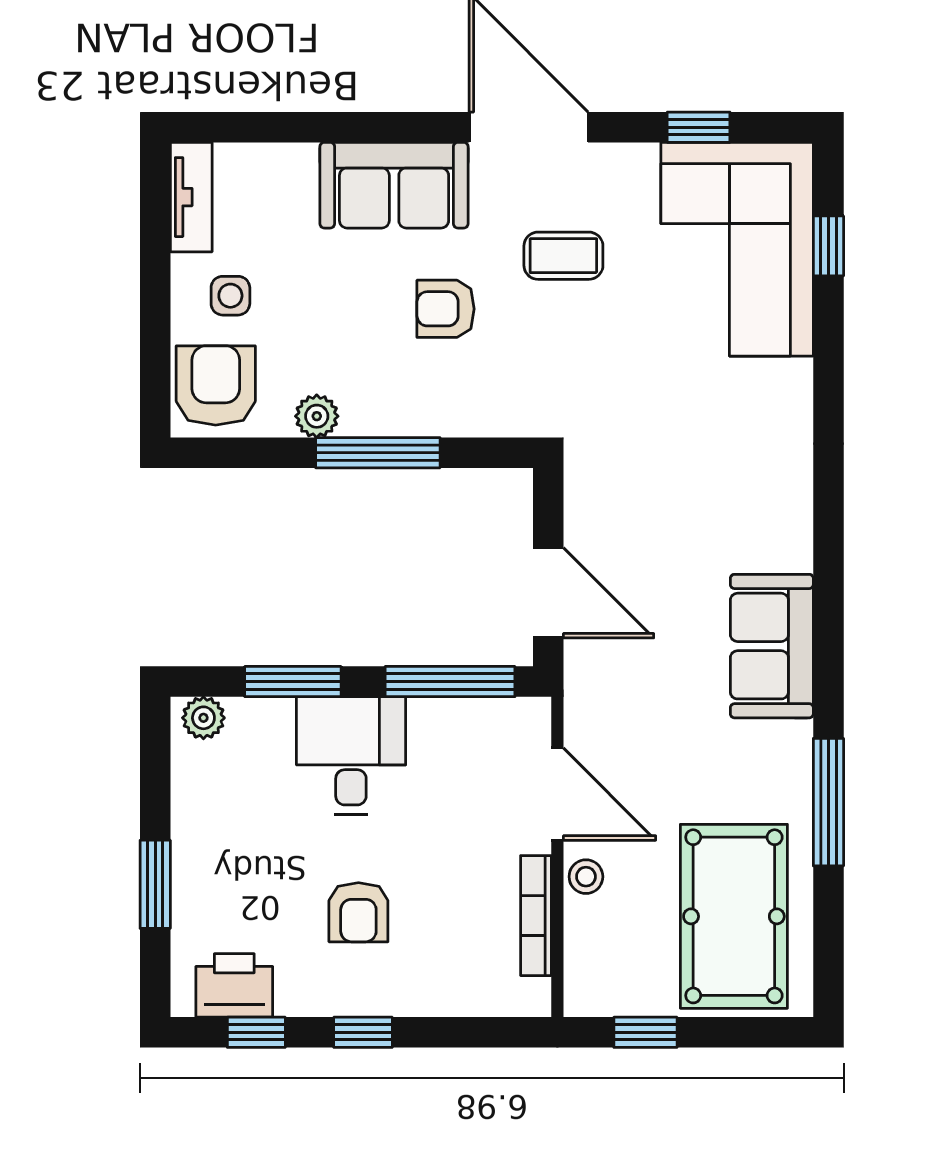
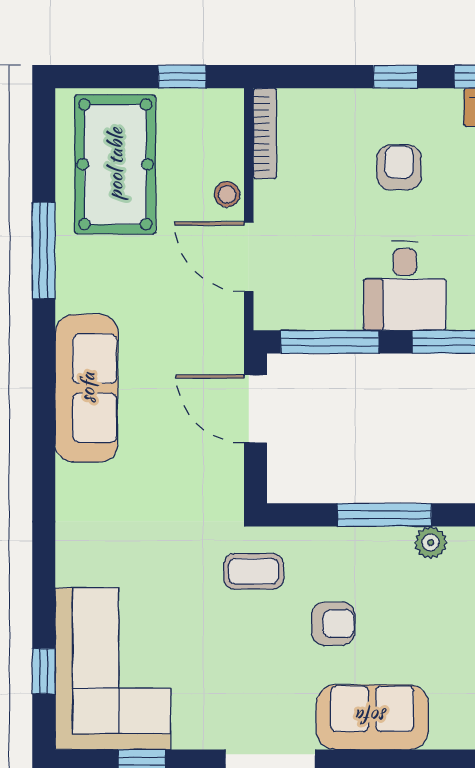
coffee table: (563, 256) -> (254, 571), moved
sofa: (772, 646) -> (87, 388), width x1.36
bookcase: (536, 916) -> (265, 133), moved

